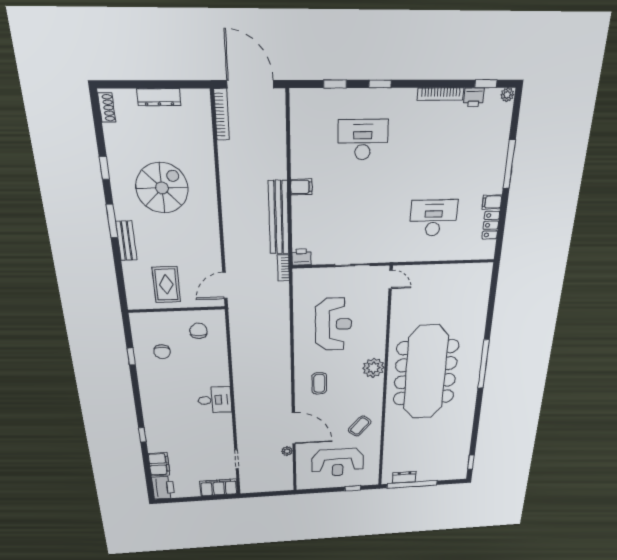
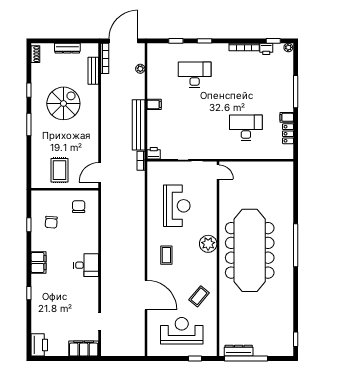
door: (250, 84) -> (123, 41), hinge flipped
bench: (126, 241) -> (93, 71), moved
plant: (287, 451) -> (140, 69), moved
reception desk: (338, 462) -> (182, 331), turned 180
filing cabinet: (159, 464) -> (39, 263), moved
dresser: (404, 477) -> (239, 351), width x1.44

